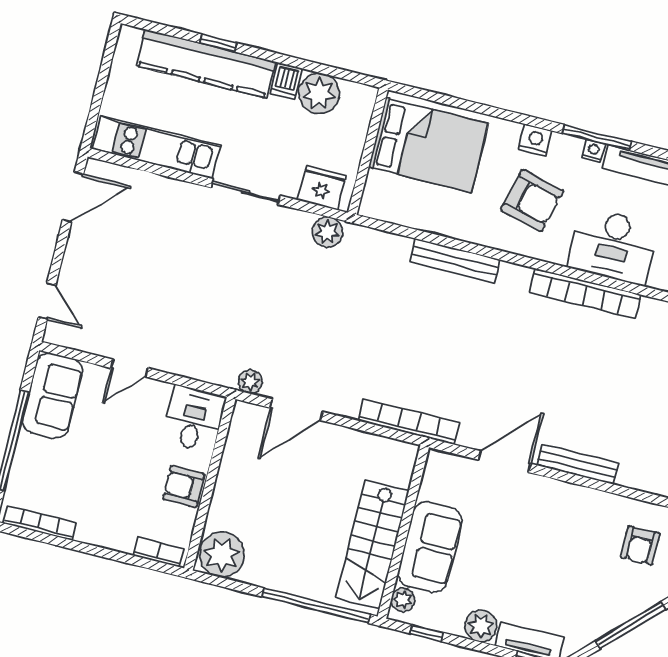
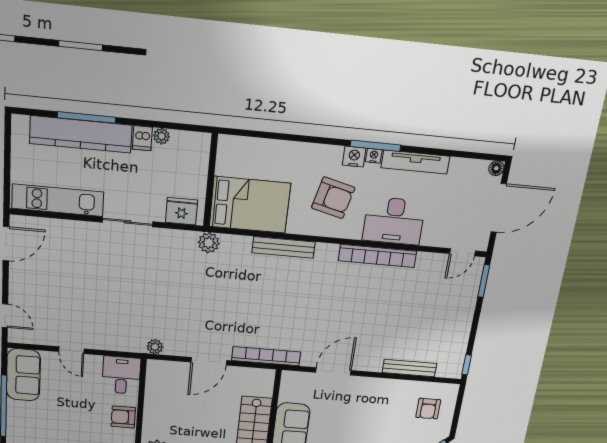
window: (218, 43) -> (87, 117), width x2.17
plant: (319, 94) -> (162, 136), width x0.53, depth x0.53
nightstand: (535, 140) -> (354, 157), moved
bed: (428, 145) -> (250, 205), moved
plant: (327, 232) -> (209, 243), moved
door: (130, 368) -> (71, 350), hinge flipped
door: (297, 410) -> (209, 361), moved
bench: (578, 464) -> (409, 368), moved

